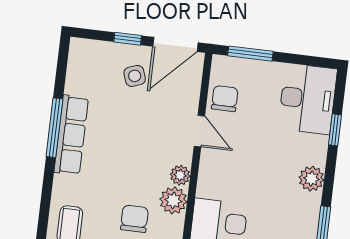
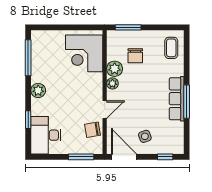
window: (128, 39) -> (165, 157), moved
door: (175, 44) -> (124, 157), hinge flipped
chair: (225, 99) -> (92, 130), turned 80
door: (199, 131) -> (105, 110), swing flipped

